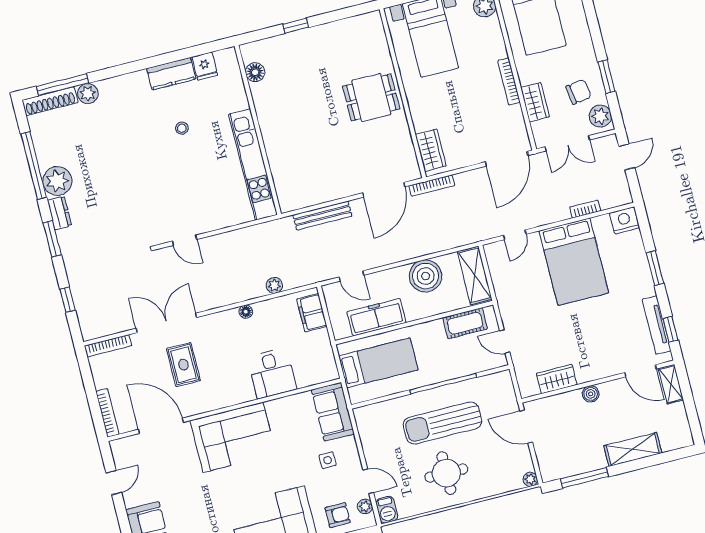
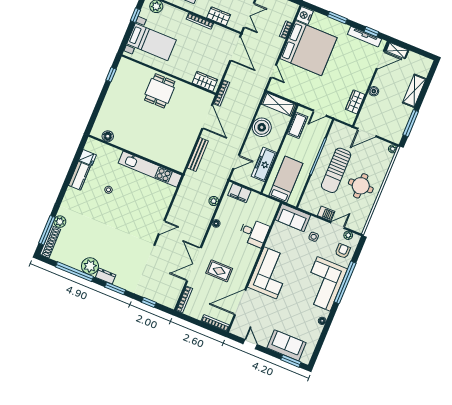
window: (296, 26) -> (111, 75), moved
bed: (574, 262) -> (308, 48), width x1.36
barbecue: (387, 510) -> (326, 213), moved

